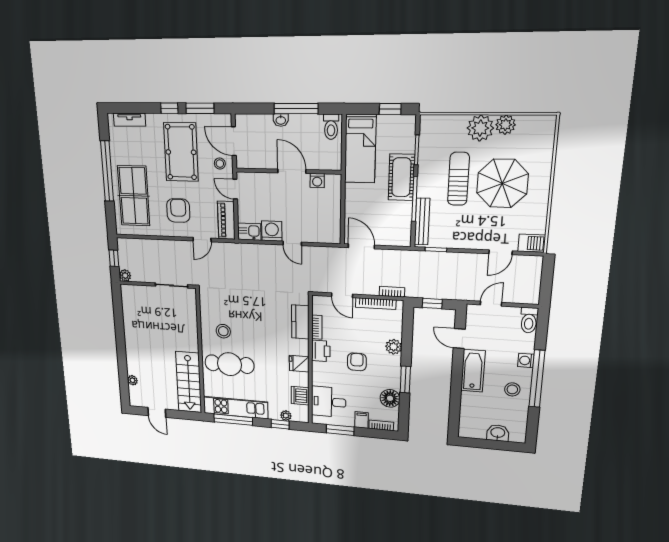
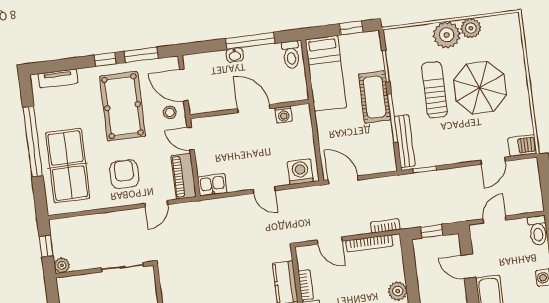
washing machine: (272, 231) -> (300, 172), moved

